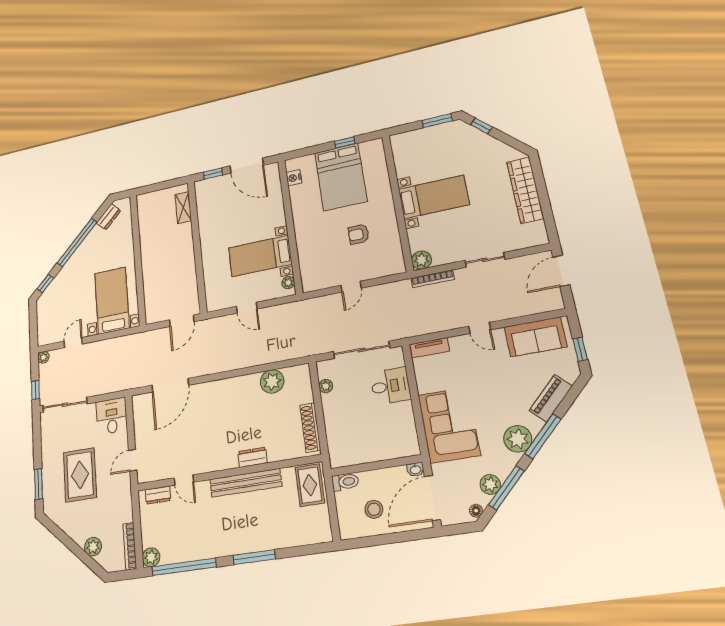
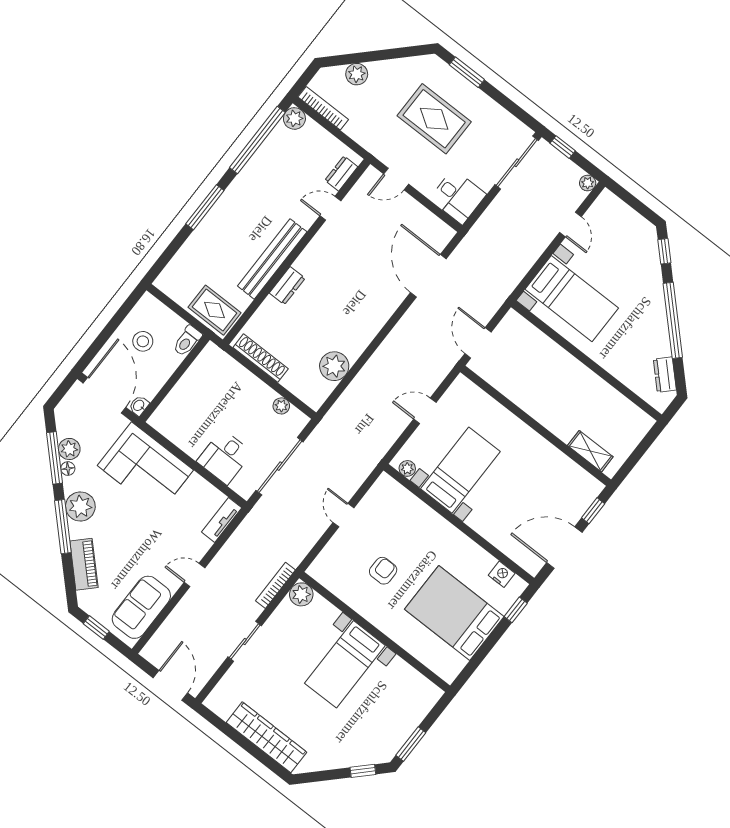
window: (345, 142) -> (516, 610), moved
door: (133, 460) -> (396, 179), swing flipped
floor lamp: (476, 511) -> (68, 469), moved

